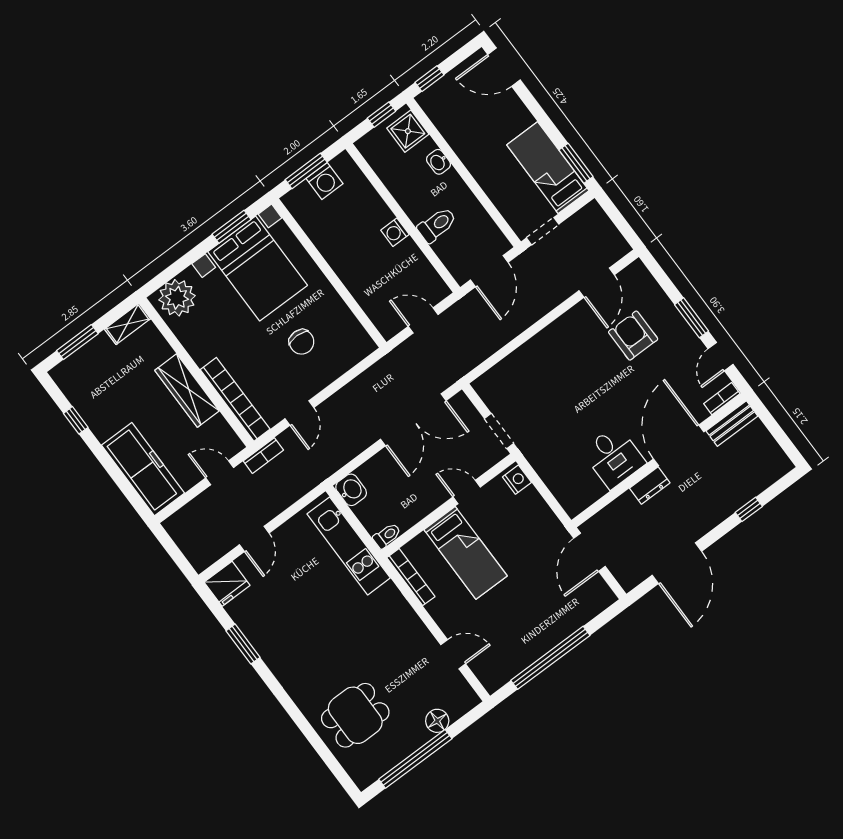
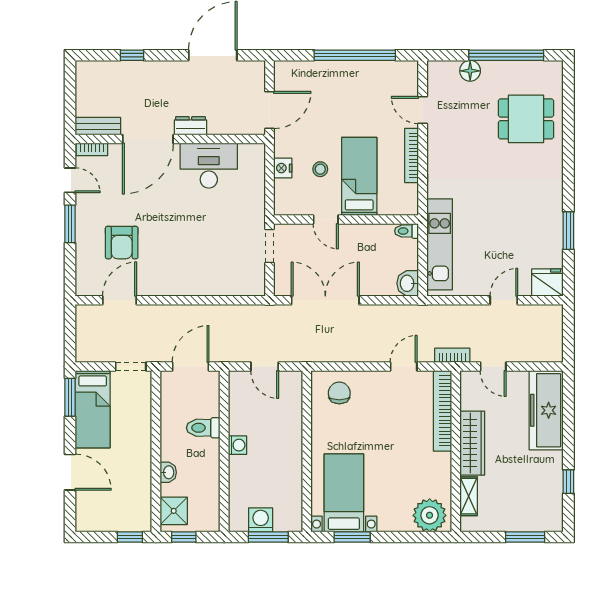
door: (504, 67) -> (70, 472), moved
bed with nightstands: (258, 269) -> (344, 493), width x0.73
shelving: (127, 324) -> (469, 496), moved, turned 90
chair: (302, 342) -> (339, 393), moved
door: (721, 357) -> (70, 180), hinge flipped
desk: (614, 457) -> (209, 166), width x1.37
nightstand: (517, 480) -> (283, 168), moved
stool: (505, 533) -> (320, 169), added
bookcase: (411, 577) -> (412, 156), moved

